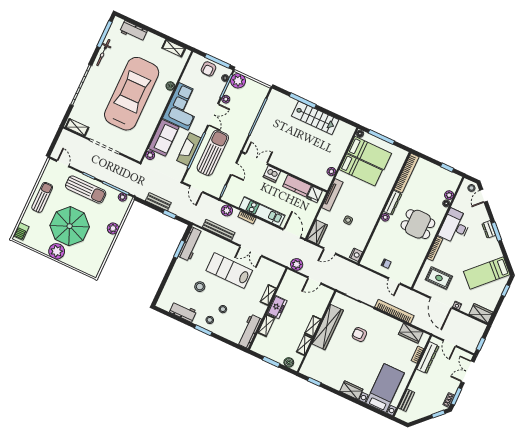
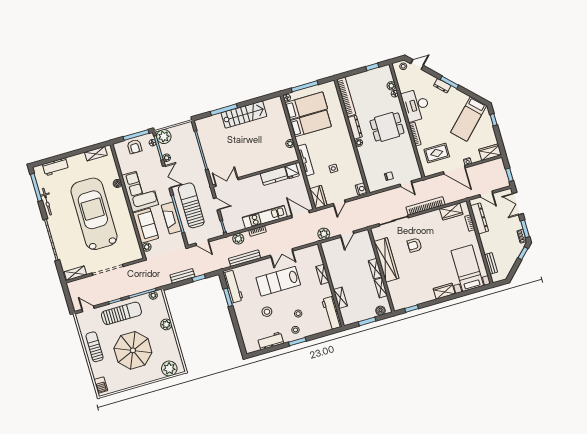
dishwasher: (272, 174) -> (248, 183), removed
door: (483, 196) -> (417, 64), swing flipped
plant: (57, 251) -> (169, 369), moved
freezer: (277, 307) -> (336, 277), removed

